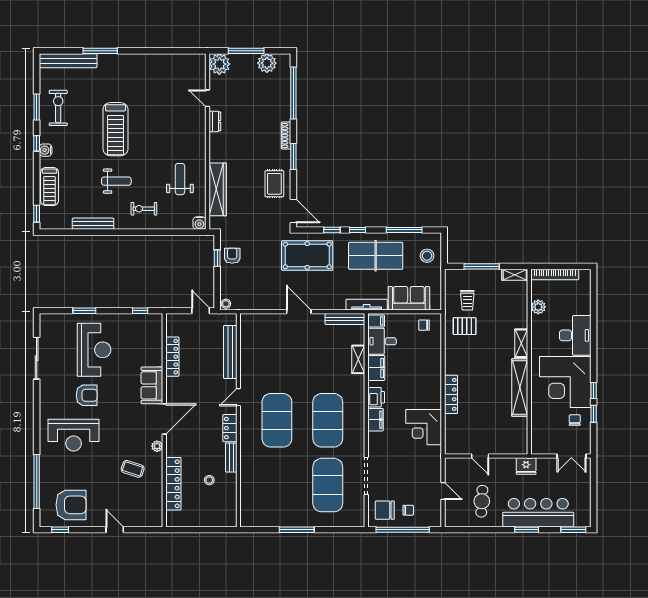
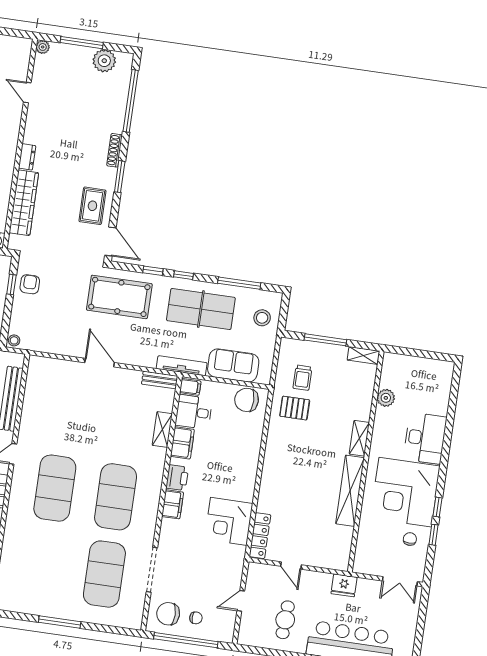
plant: (219, 64) -> (43, 47), width x0.53, depth x0.53
dresser: (215, 121) -> (27, 157), moved
bookcase: (555, 274) -> (411, 362), removed
bench: (345, 319) -> (160, 380), width x0.73
chair: (424, 325) -> (247, 400), width x1.87, depth x1.87
locker: (451, 394) -> (260, 536), moved
door: (443, 491) -> (241, 601), swing flipped

